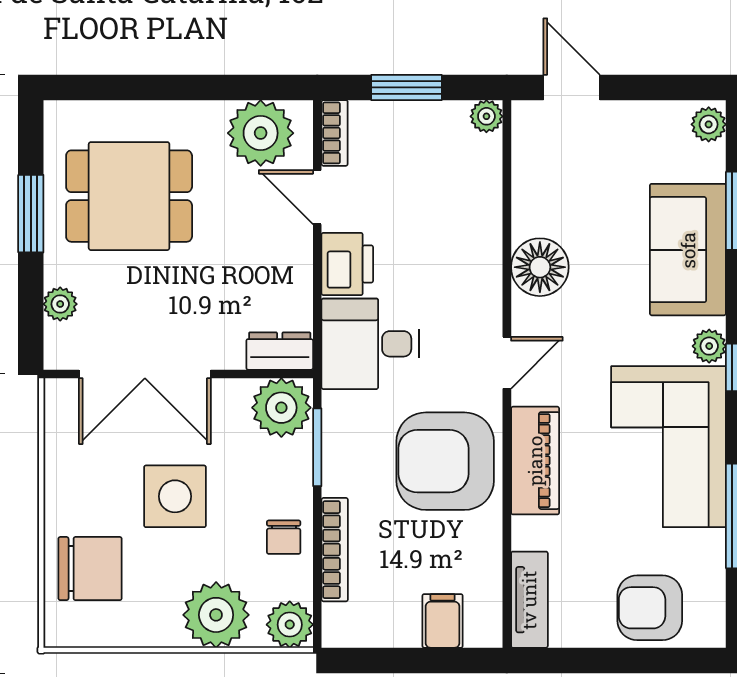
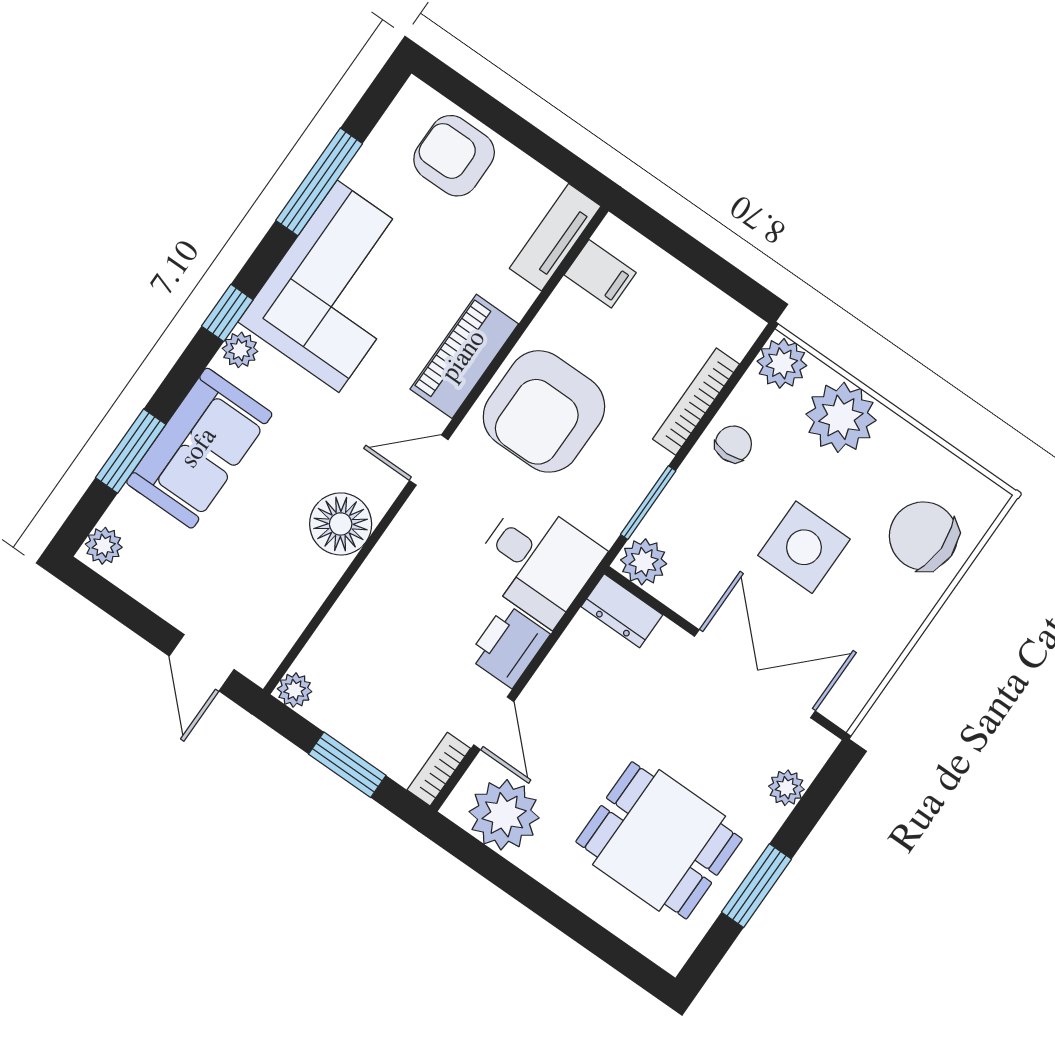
plant: (281, 408) -> (644, 562), width x0.73, depth x0.73
armchair: (445, 461) -> (544, 411), turned 90
armchair: (650, 608) -> (454, 156), turned 180
filing cabinet: (443, 621) -> (600, 274), moved, turned -90

